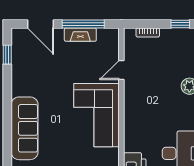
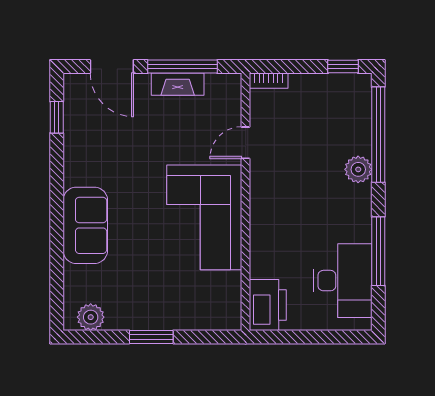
bookcase: (148, 33) -> (269, 81), moved
sofa: (25, 128) -> (85, 225), width x0.73

